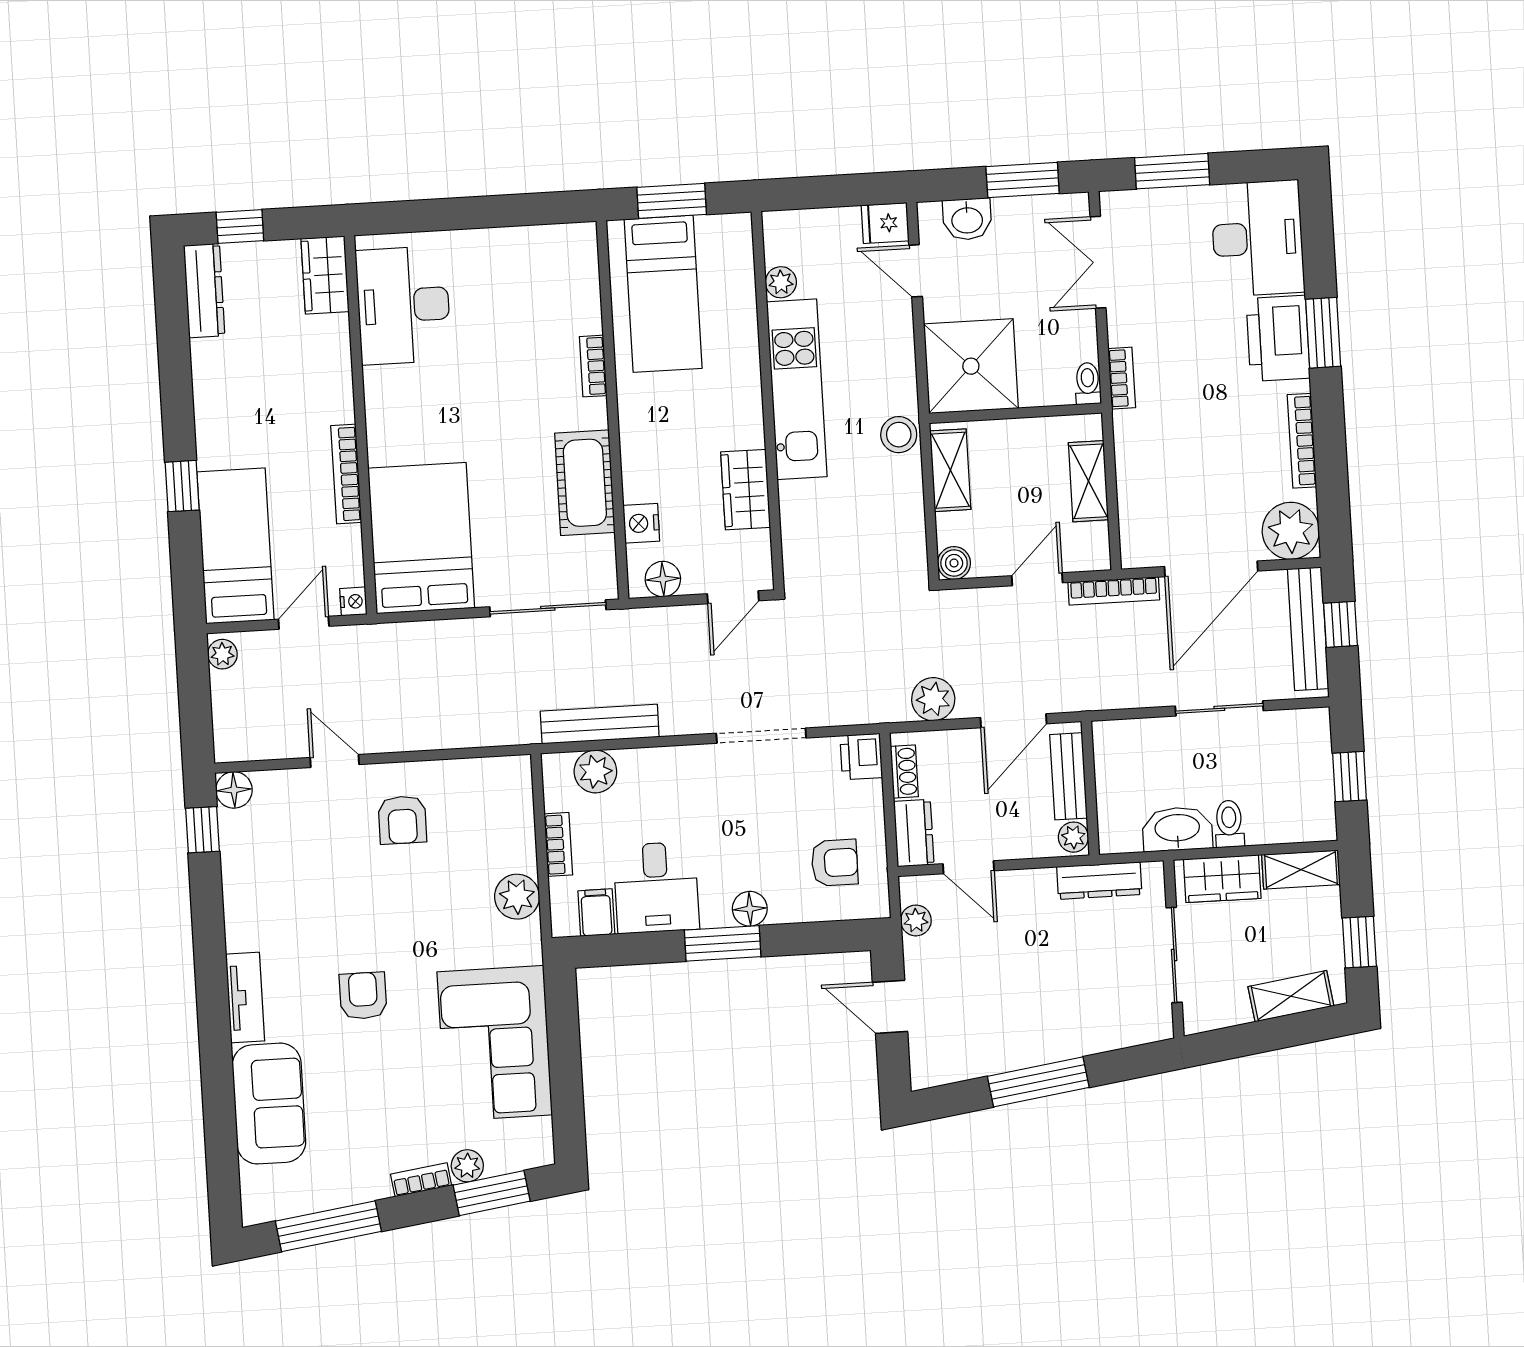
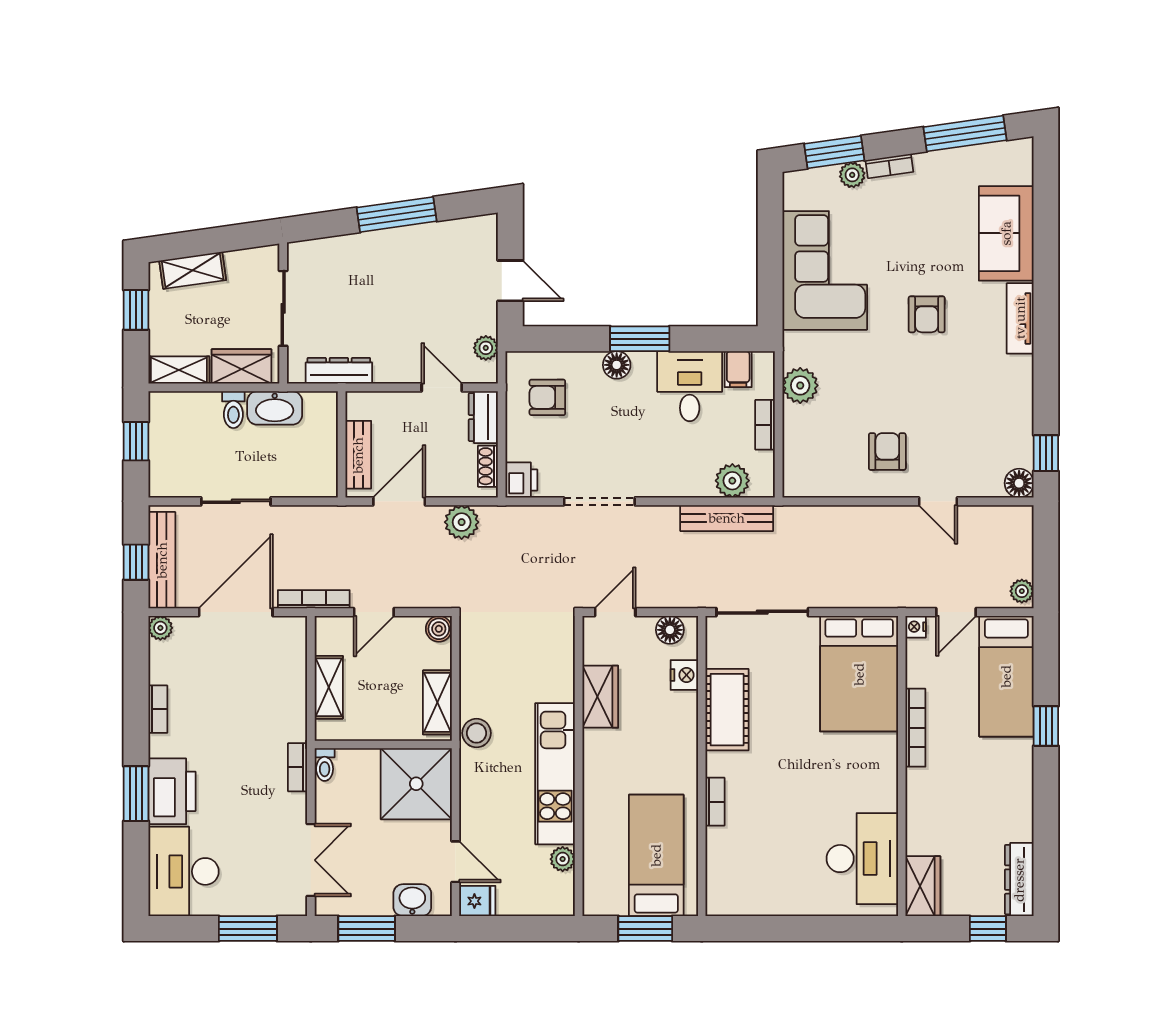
bookcase: (1302, 441) -> (158, 709), width x0.64
plant: (1291, 531) -> (160, 628), width x0.53, depth x0.53
plant: (1073, 837) -> (357, 406), removed

